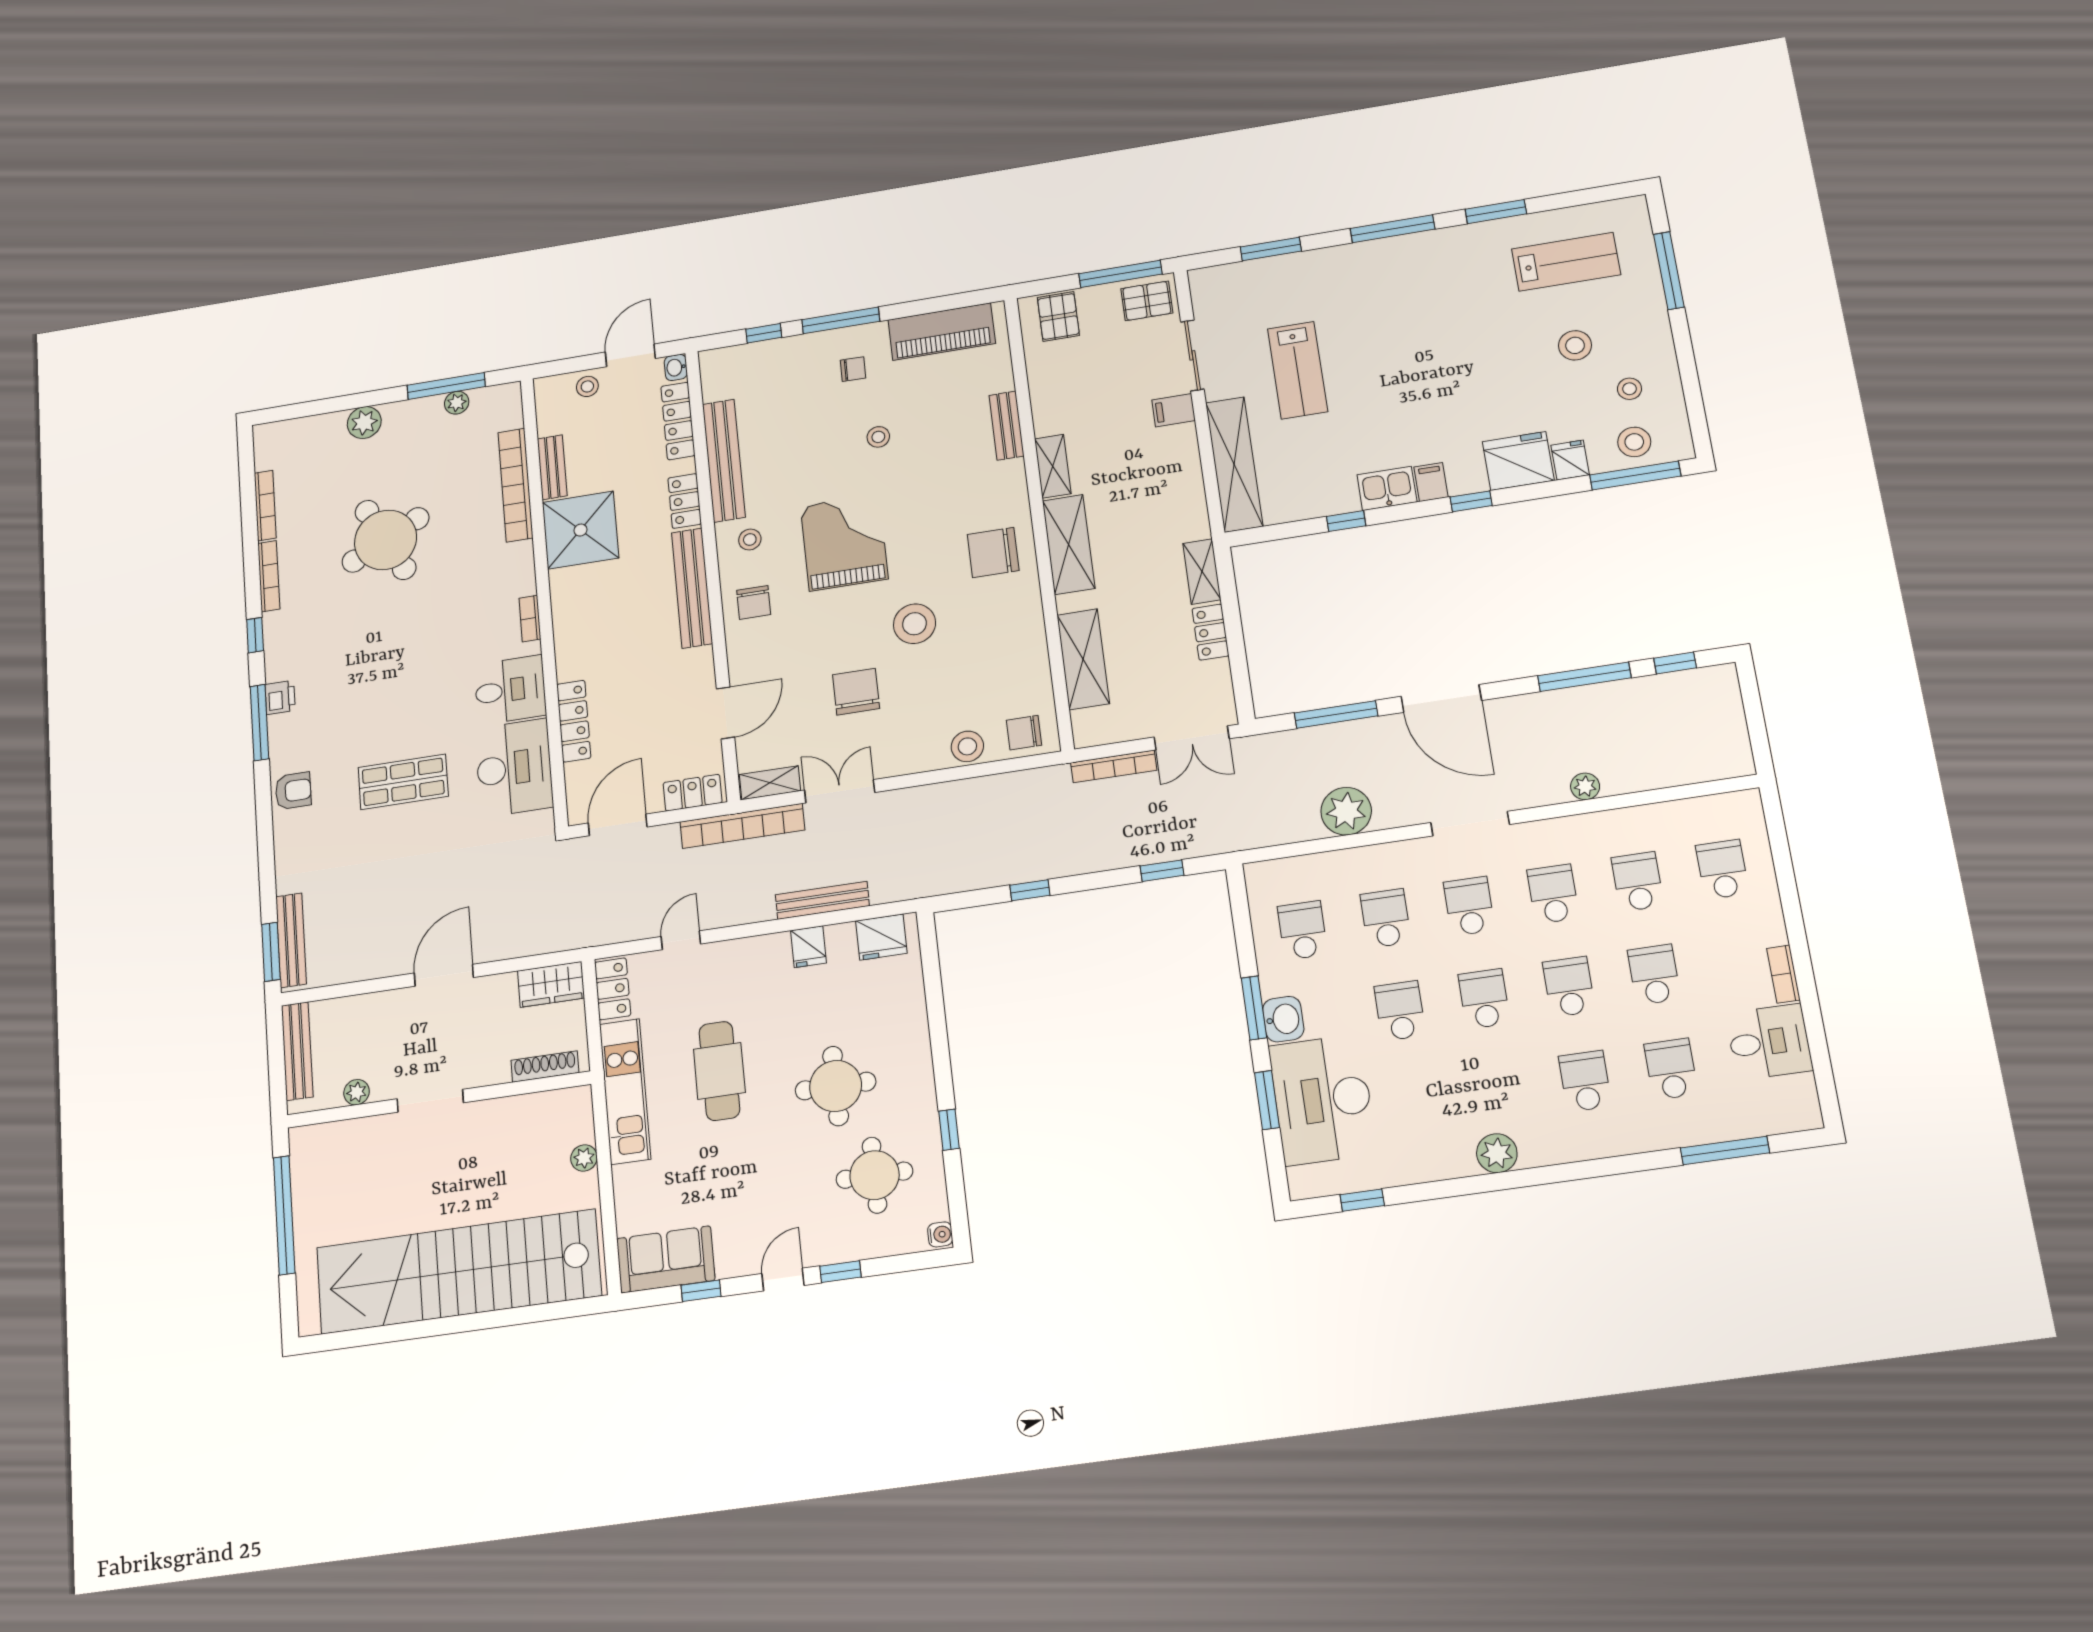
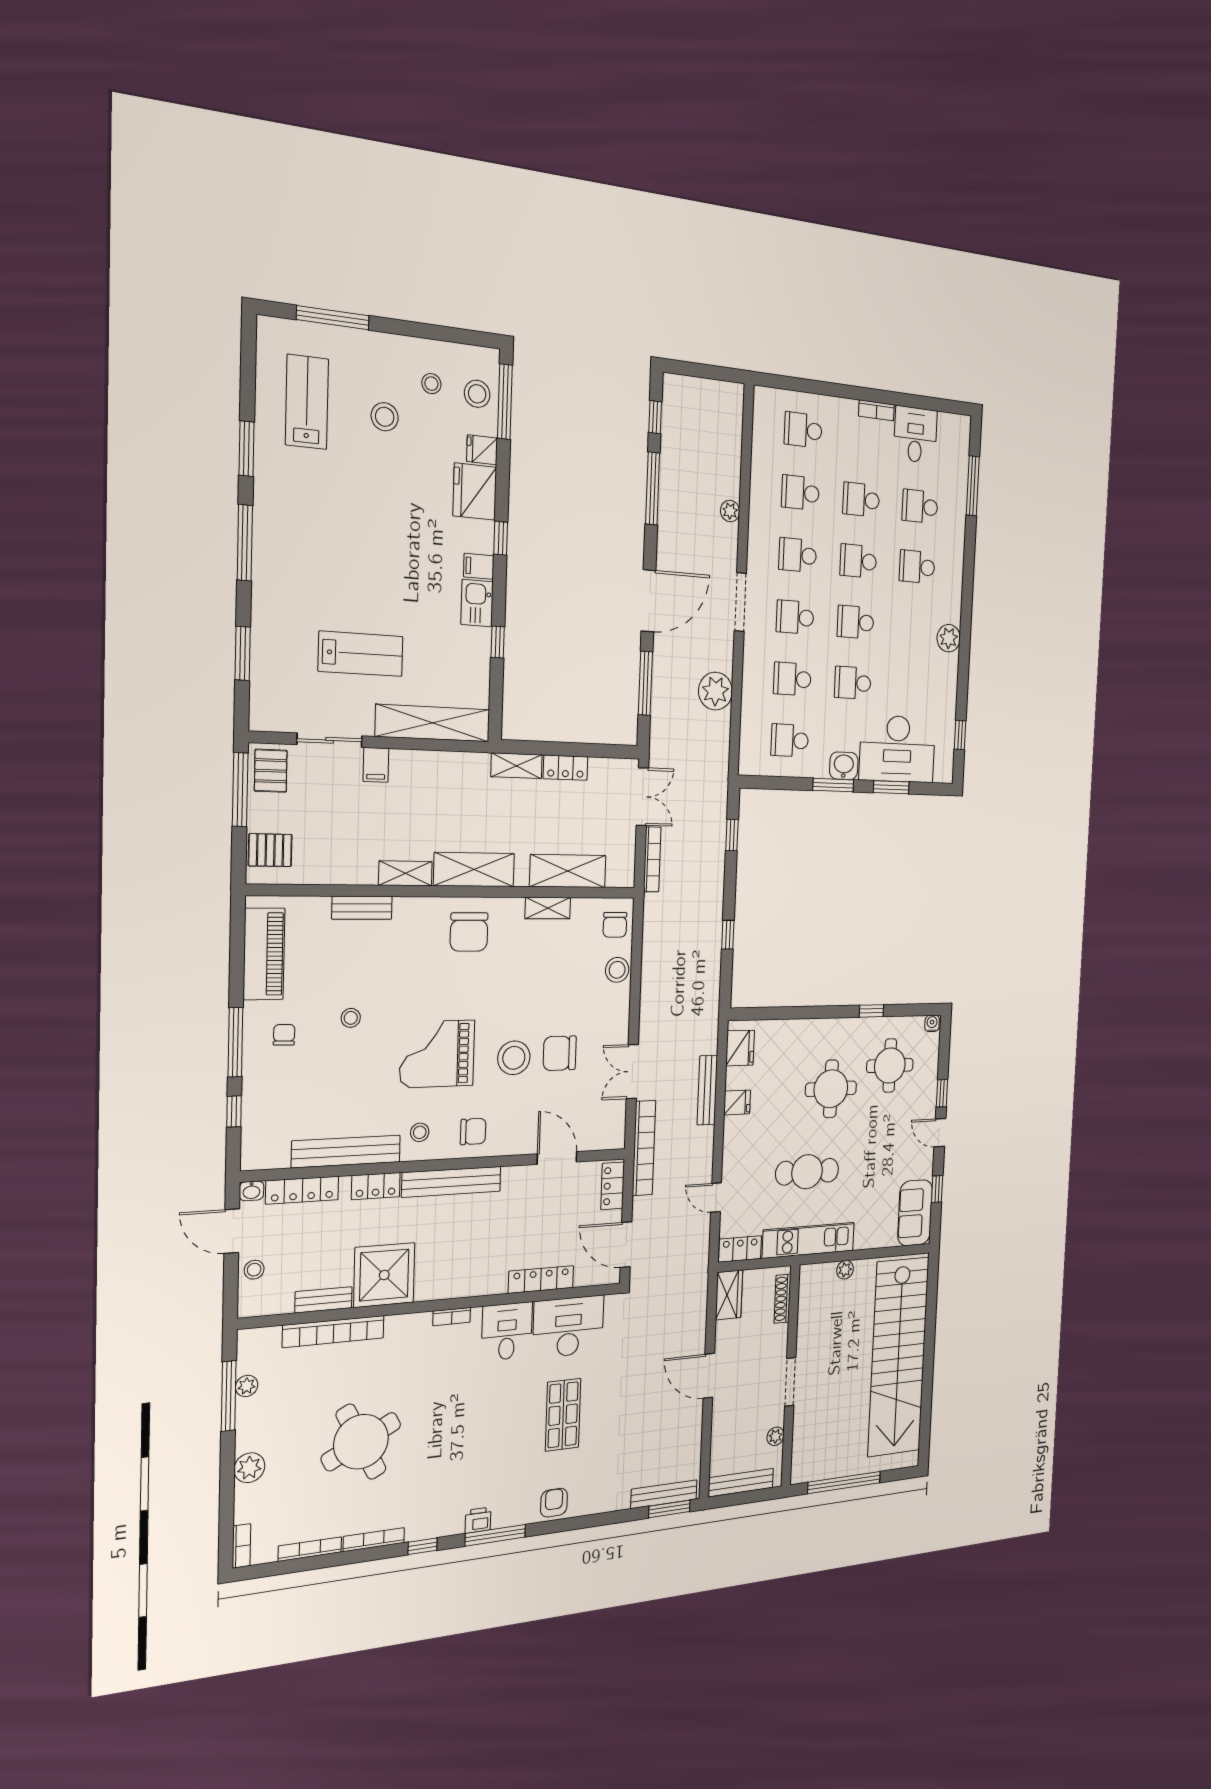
bookcase: (276, 430) -> (241, 1546), added
stool: (914, 624) -> (514, 1058), moved
shelving: (770, 783) -> (548, 908), moved, turned 90

